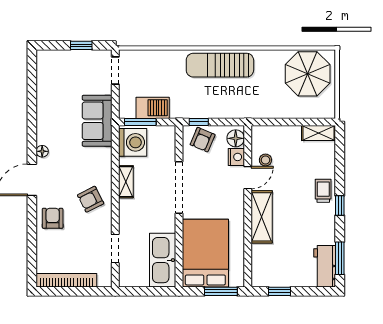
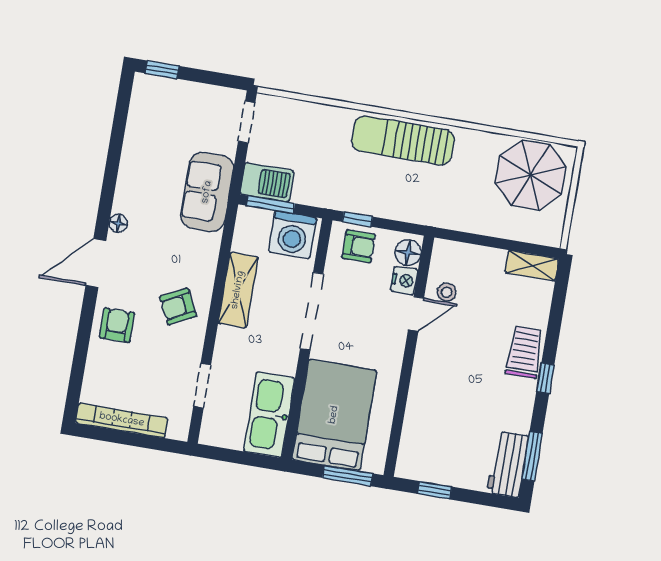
window: (81, 45) -> (162, 70), moved
barbecue: (153, 108) -> (267, 182), moved
armchair: (203, 140) -> (359, 246), turned -113
washing machine: (133, 142) -> (293, 235), moved, turned 90
shelving: (126, 182) -> (238, 290), width x1.50, depth x1.33
trolley: (323, 191) -> (524, 352), width x1.36, depth x1.39
shelving: (262, 217) -> (427, 375), removed

